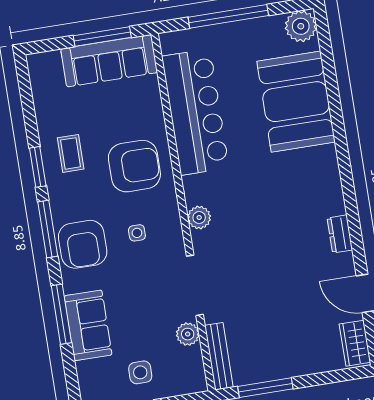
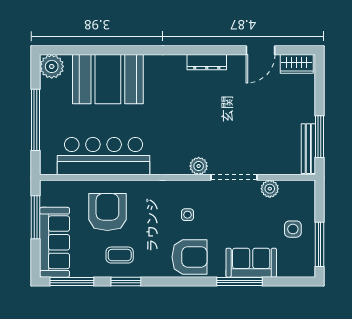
sofa: (109, 61) -> (55, 242), moved
armchair: (134, 166) -> (107, 212), moved
plant: (199, 217) -> (199, 166), moved
window: (48, 229) -> (72, 281), moved
dresser: (340, 234) -> (207, 62), width x1.44
bench: (219, 356) -> (308, 149), moved, turned 90

